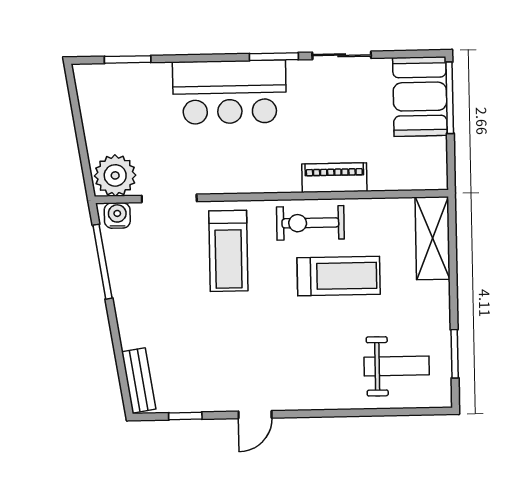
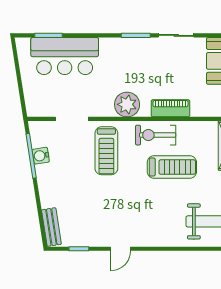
bar counter: (229, 92) -> (65, 56), moved
plant: (115, 175) -> (127, 104), moved
water cooler: (117, 215) -> (41, 156), moved, turned -99

